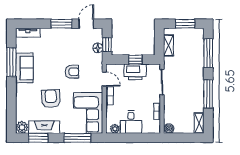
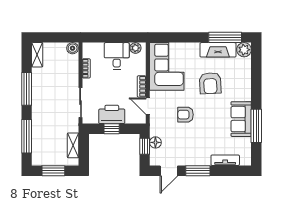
tv unit: (28, 33) -> (225, 160), moved
window: (38, 138) -> (225, 37), width x1.44
window: (77, 138) -> (179, 37), removed

